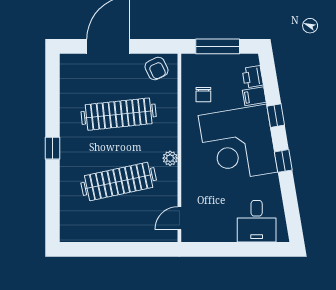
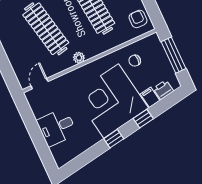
armchair: (157, 69) -> (138, 19), turned 115
door: (179, 218) -> (39, 84), hinge flipped
desk: (257, 221) -> (57, 127), moved

